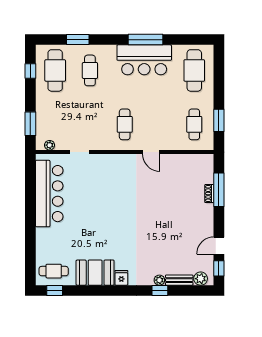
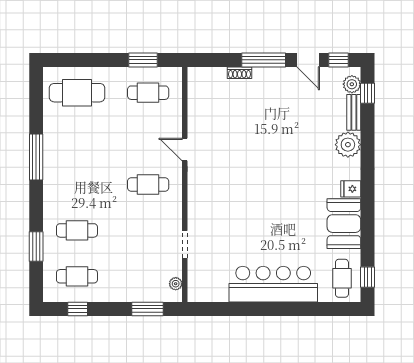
bar counter: (144, 60) -> (63, 159), removed
cafe table: (55, 70) -> (77, 276), width x0.73, depth x0.74
door: (151, 152) -> (185, 150), swing flipped
window: (219, 190) -> (264, 60), moved
bar counter: (49, 194) -> (273, 284), moved
plant: (159, 280) -> (348, 145), width x1.88, depth x1.88
window: (160, 290) -> (368, 93), moved

